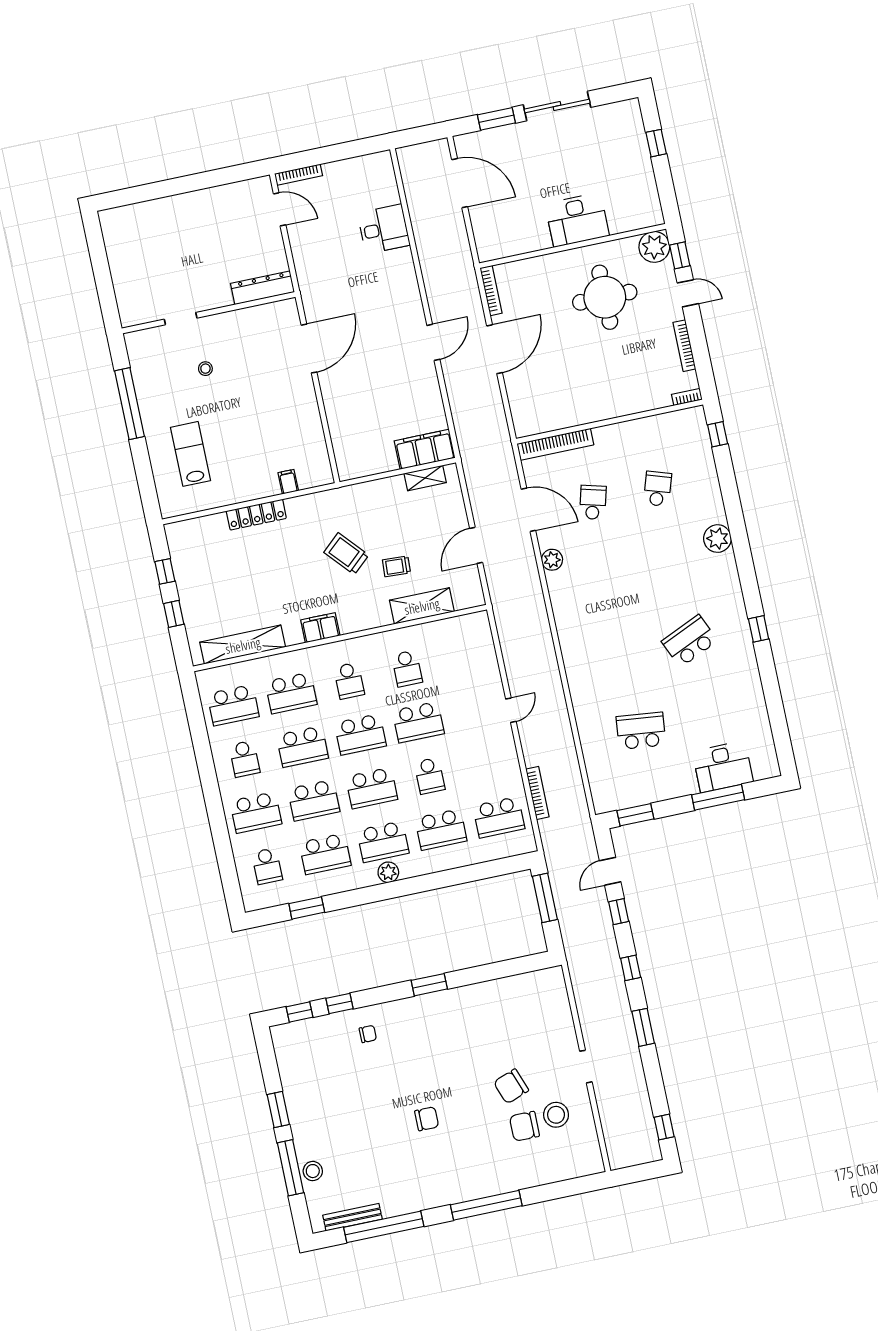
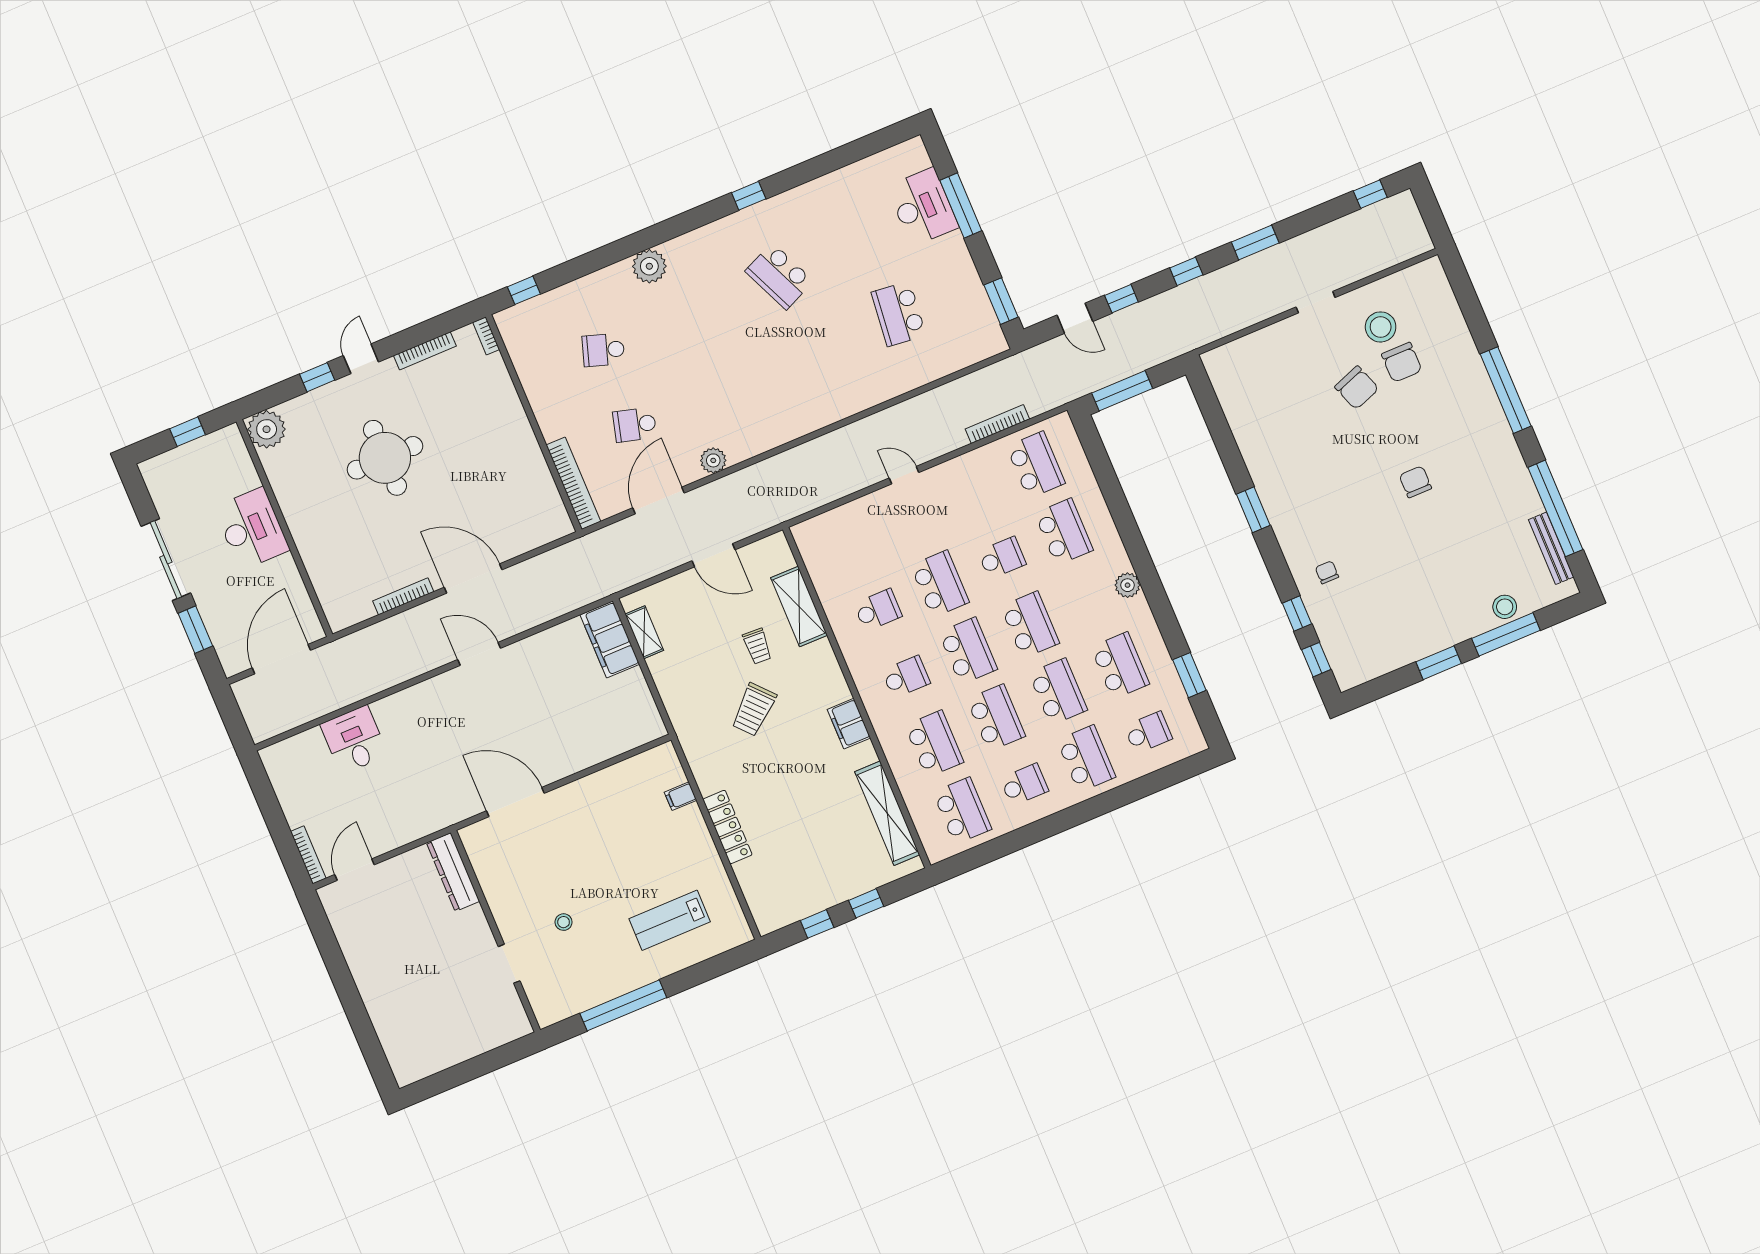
desk: (577, 220) -> (252, 529), moved
wall: (573, 246) -> (284, 528), moved
plant: (654, 247) -> (267, 429), moved
school desk: (383, 842) -> (1092, 599), removed

